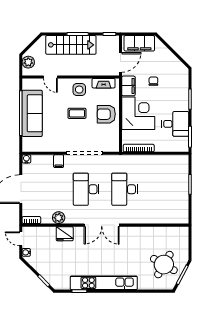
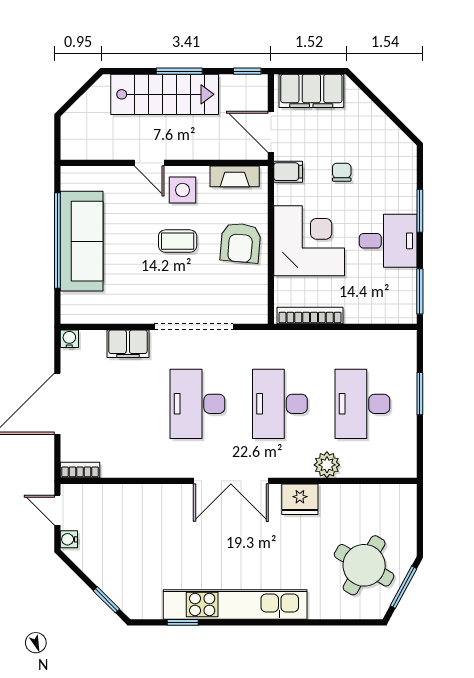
plant: (28, 62) -> (73, 131), removed
door: (120, 62) -> (271, 132), swing flipped
door: (50, 77) -> (149, 163), moved
filing cabinet: (128, 86) -> (288, 172), width x0.50
armchair: (106, 114) -> (240, 243), turned -85
desk: (175, 124) -> (388, 241), moved
filing cabinet: (59, 161) -> (128, 344), width x2.00
desk: (163, 189) -> (362, 404), added
plant: (59, 218) -> (327, 465), moved
fridge: (65, 234) -> (300, 499), moved

